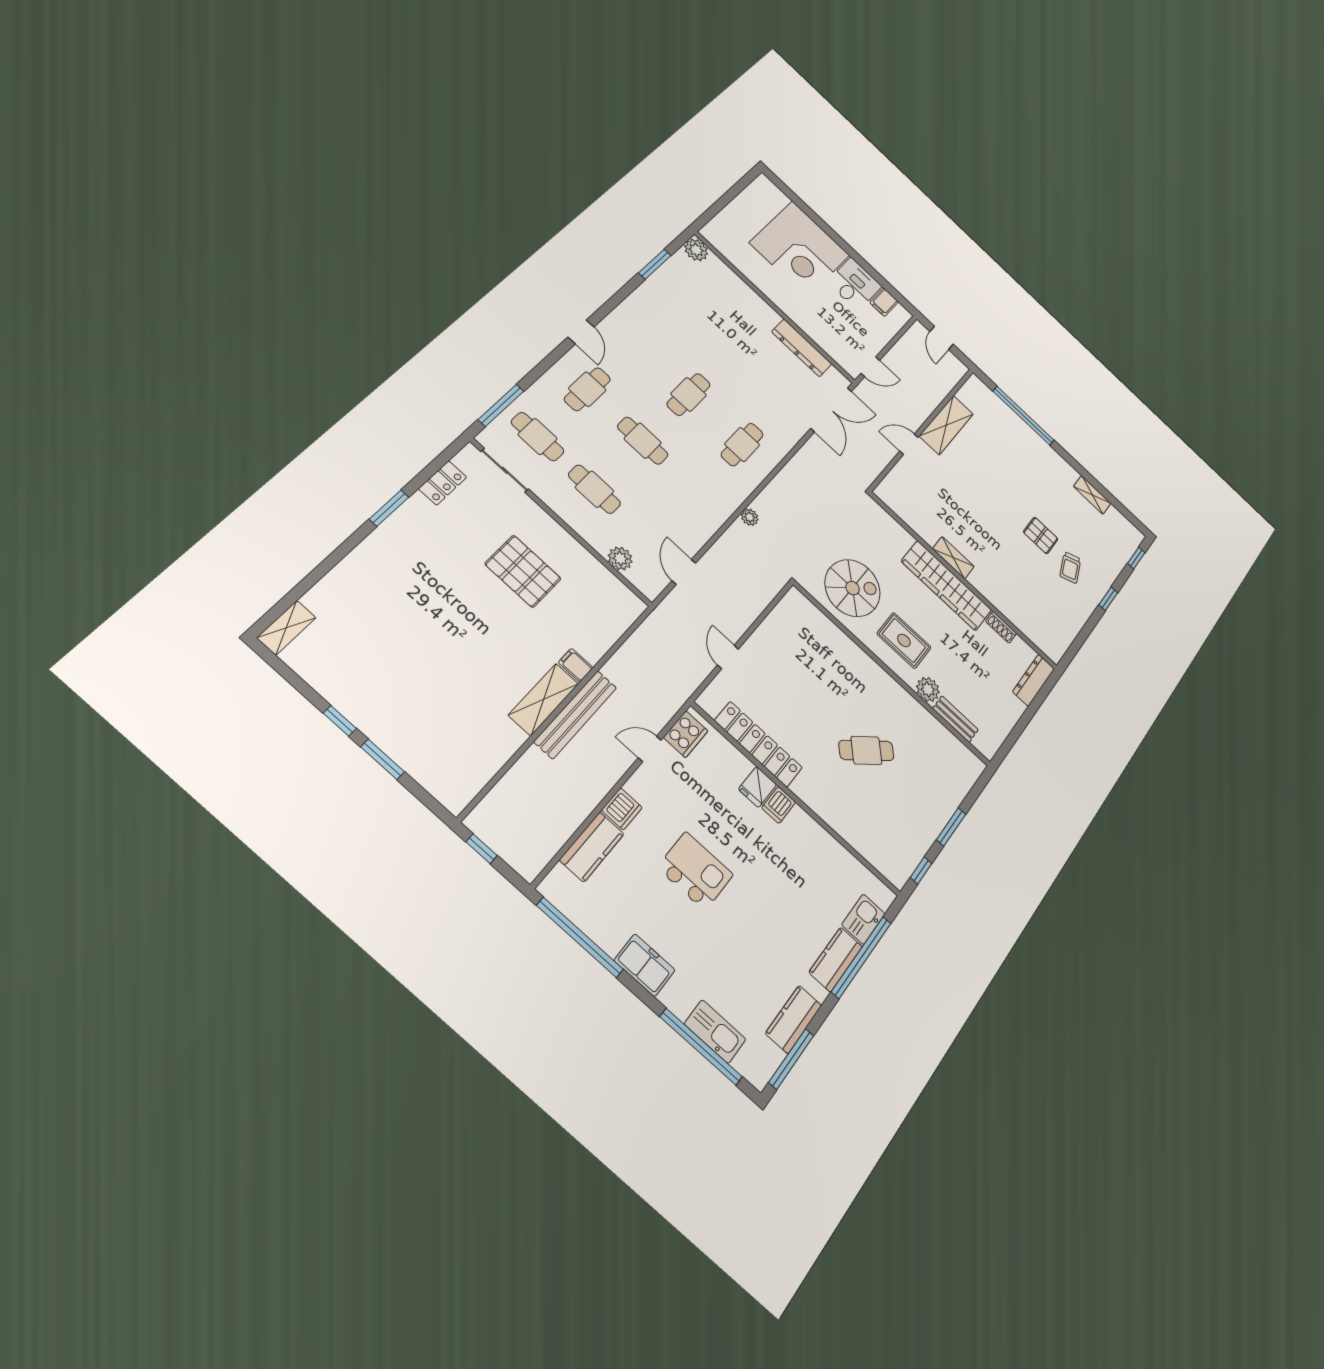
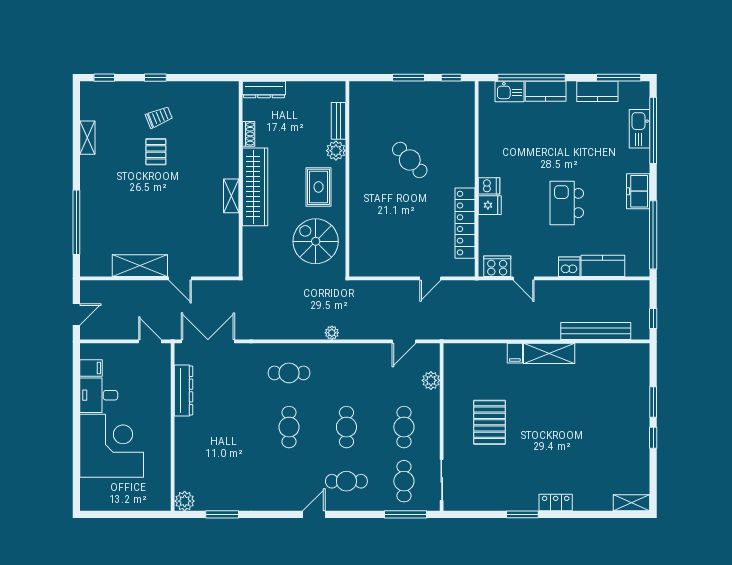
cafe table: (689, 394) -> (289, 427), turned 90
locker: (443, 483) -> (556, 503), moved
bench: (576, 714) -> (596, 331), moved

